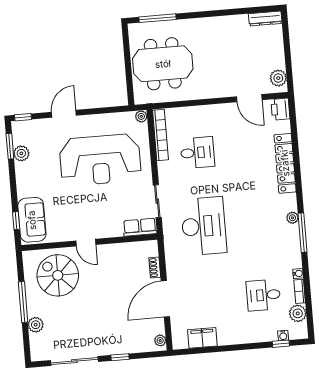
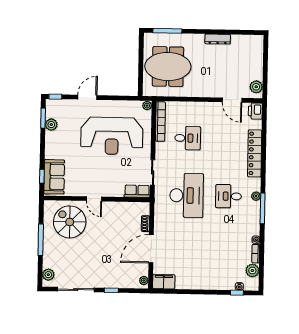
dresser: (265, 19) -> (218, 39), moved
desk: (263, 295) -> (228, 196), moved
plant: (36, 325) -> (48, 275), moved
filing cabinet: (202, 338) -> (164, 282), moved

